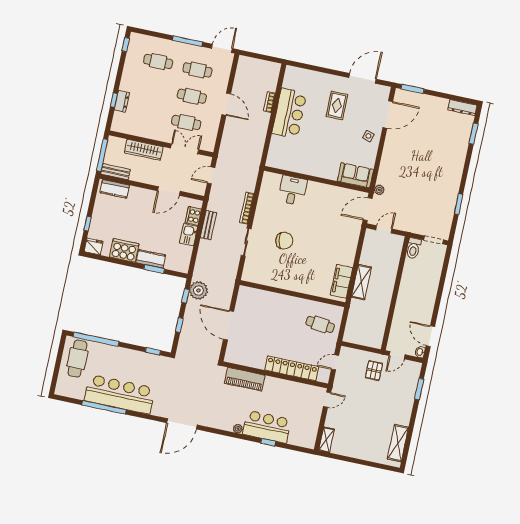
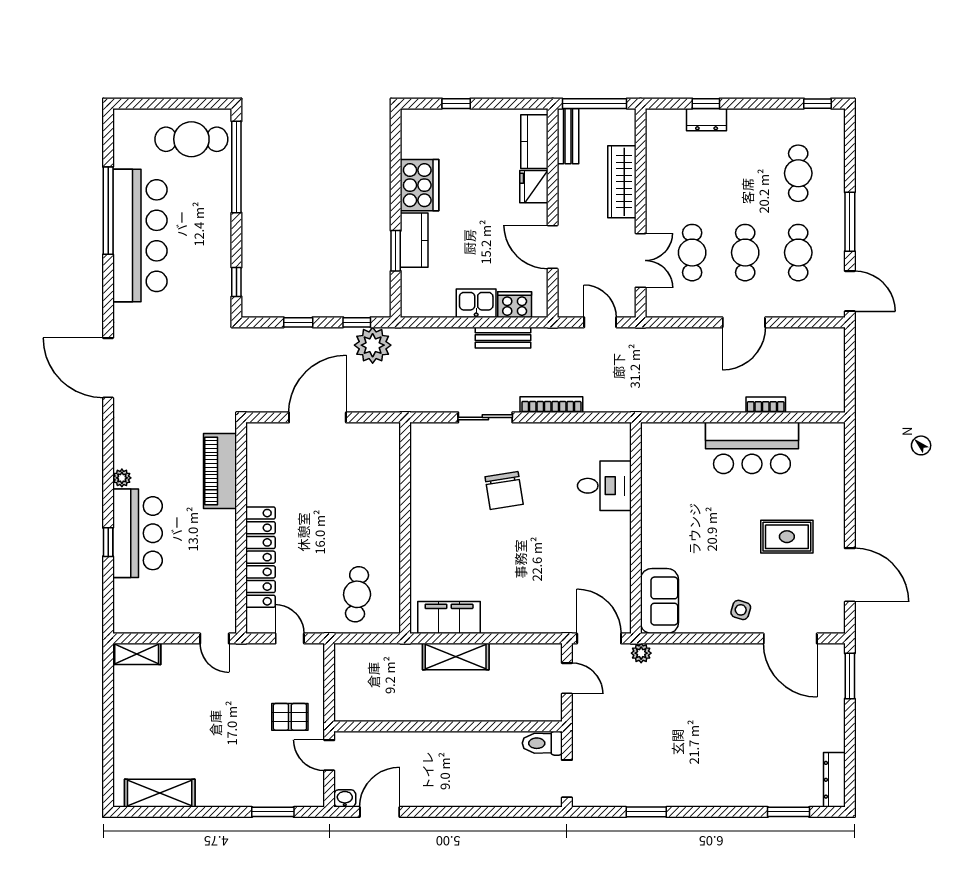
fridge: (94, 247) -> (534, 187), moved, turned 180

